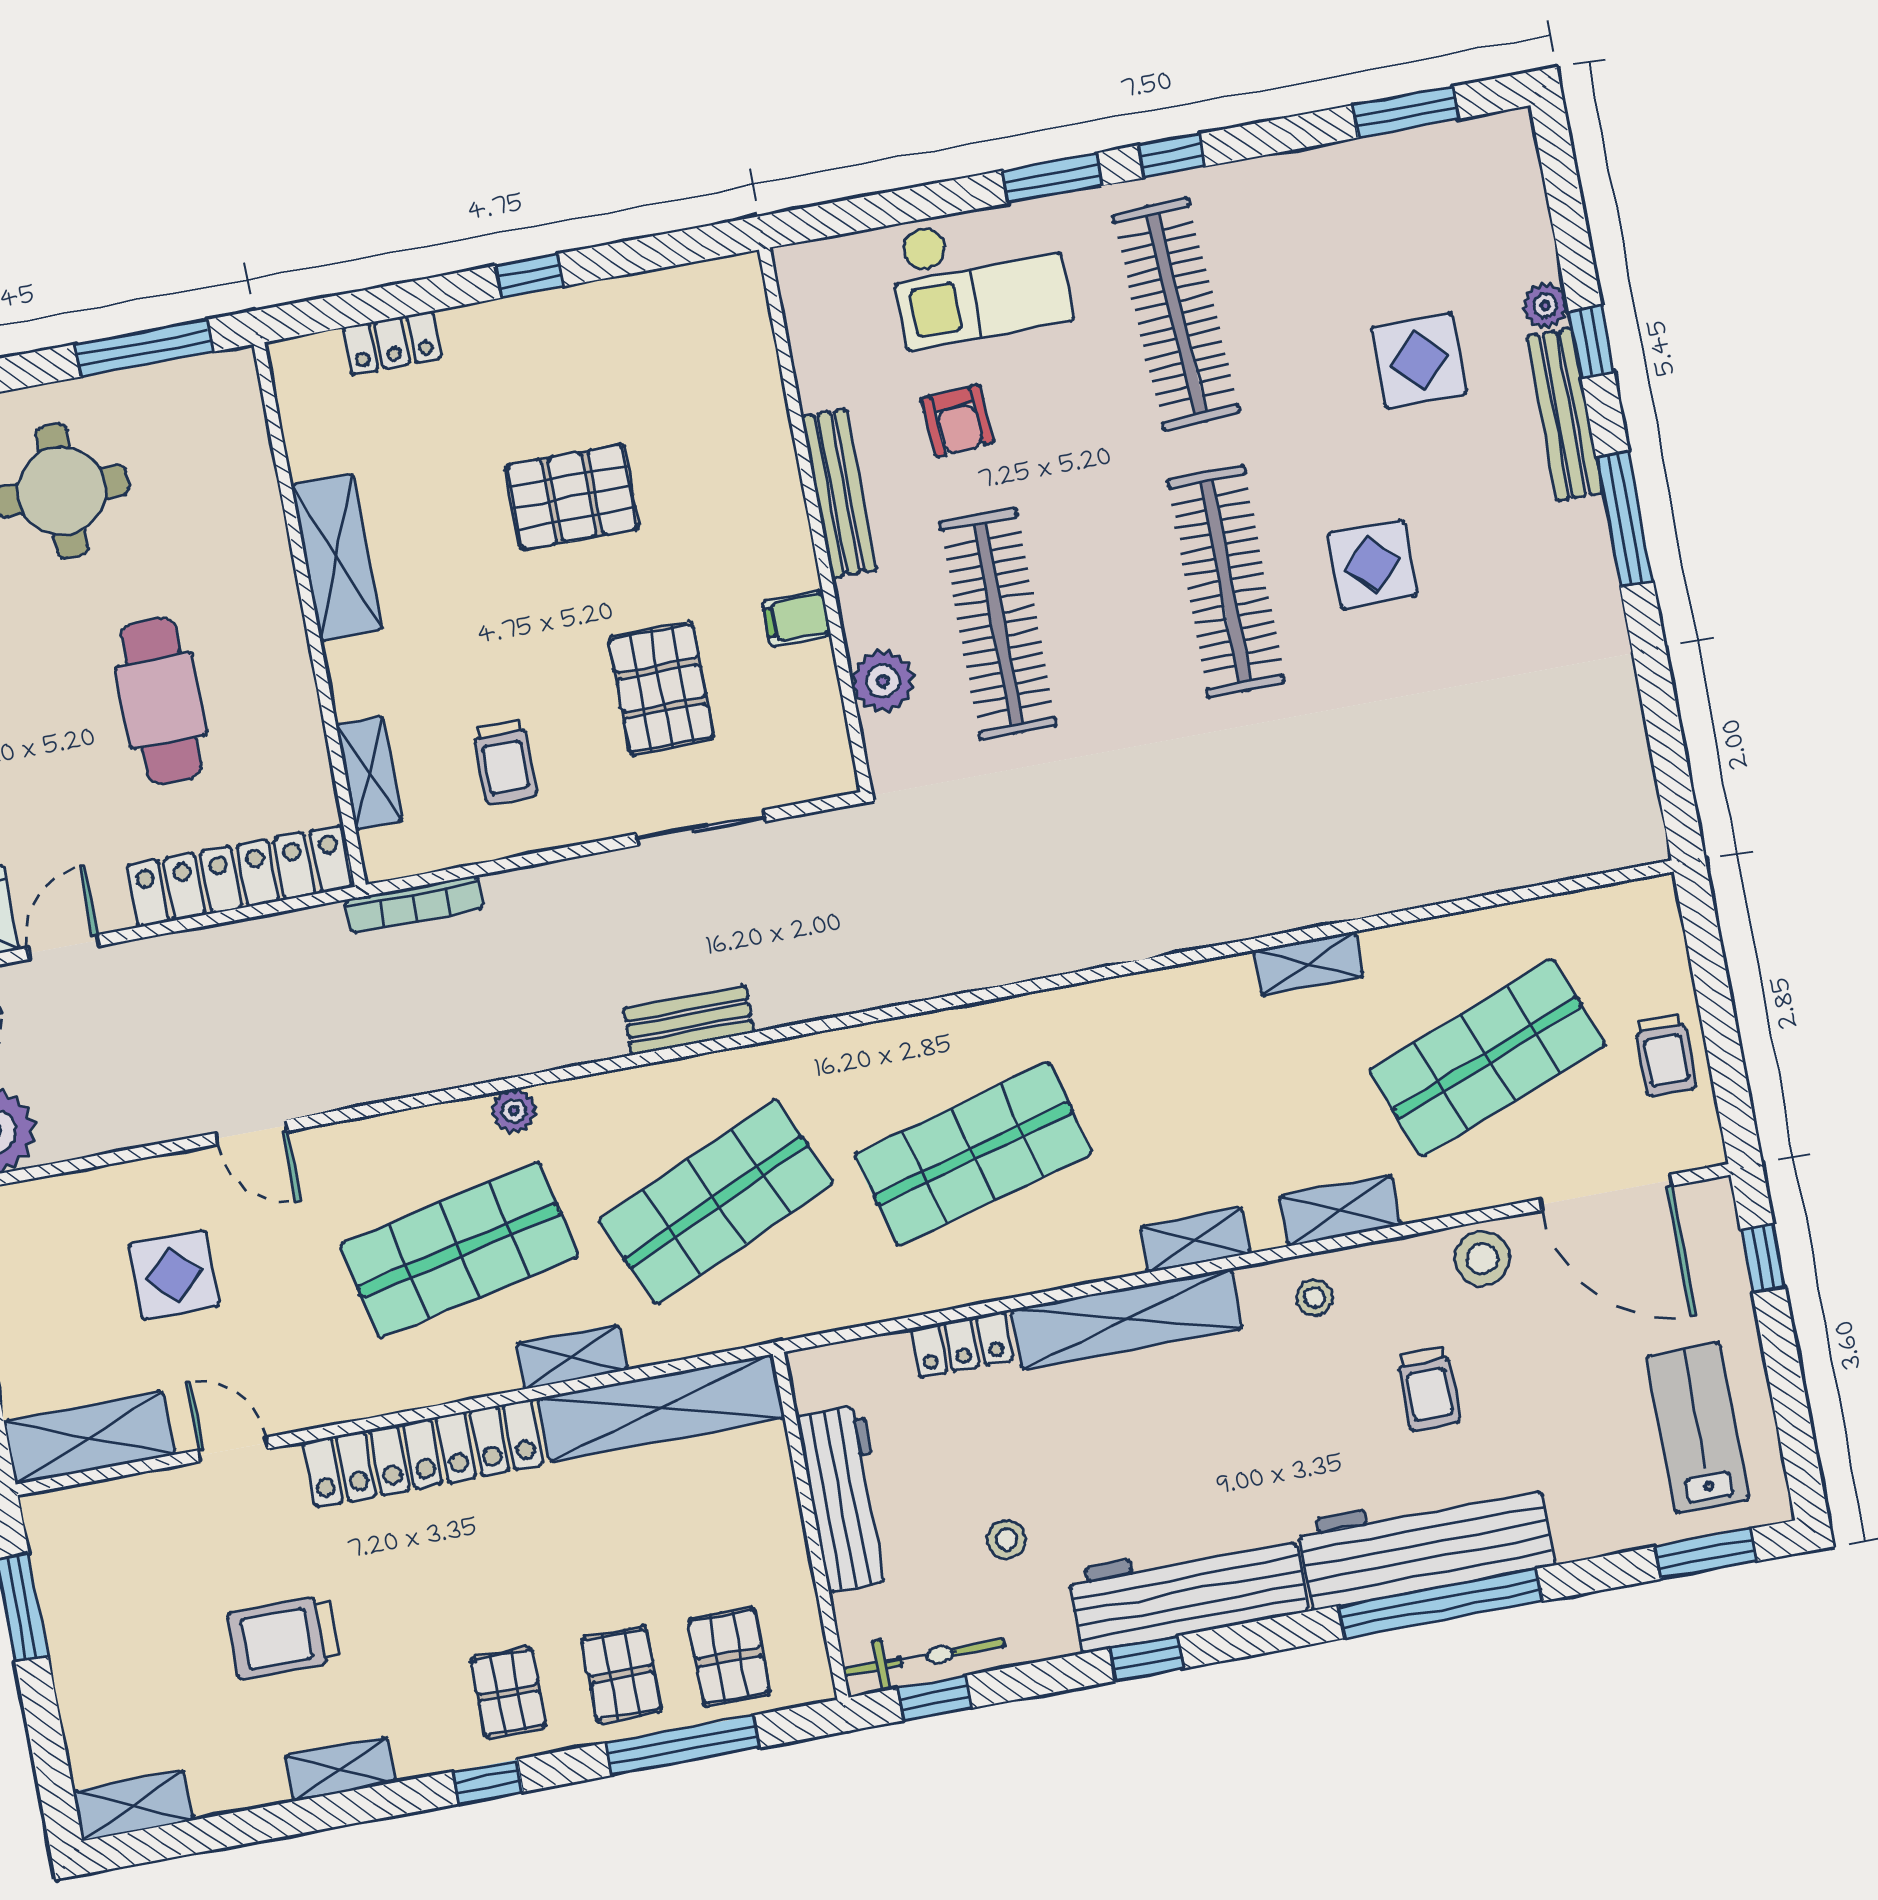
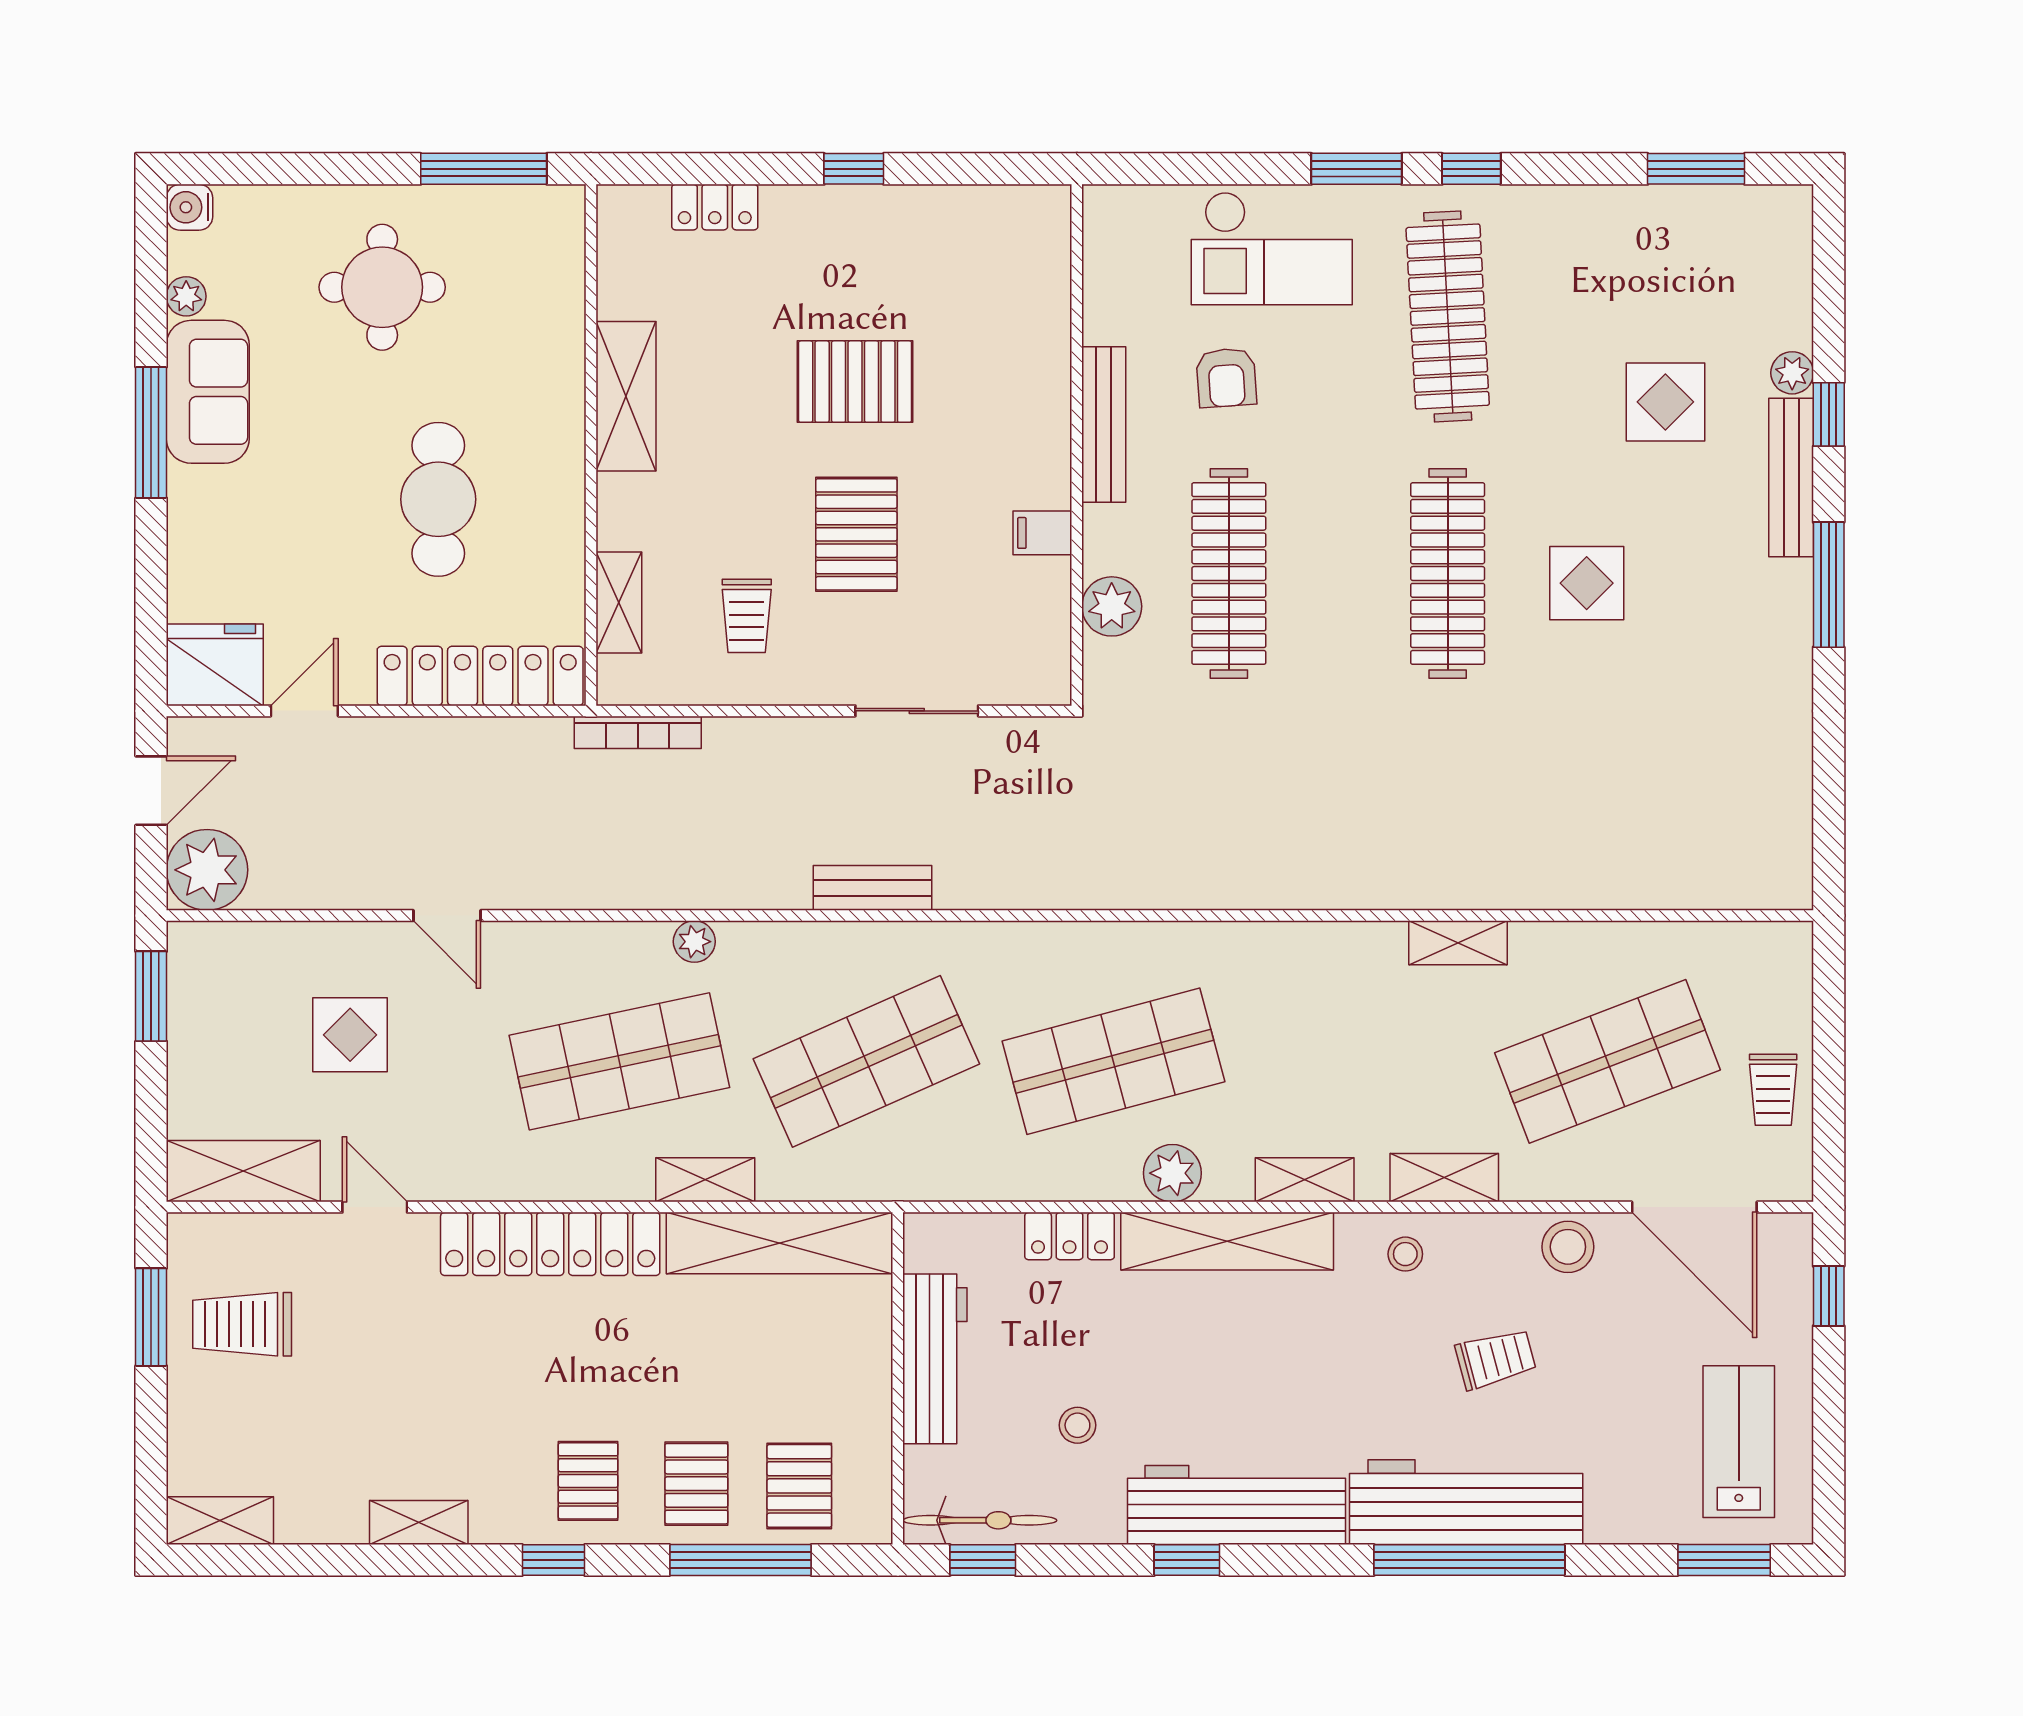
pallet: (661, 688) -> (856, 534), moved
plant: (1056, 1259) -> (1172, 1173), added
trolley: (1429, 1389) -> (1496, 1359), turned -105
trolley: (284, 1637) -> (242, 1324), moved

